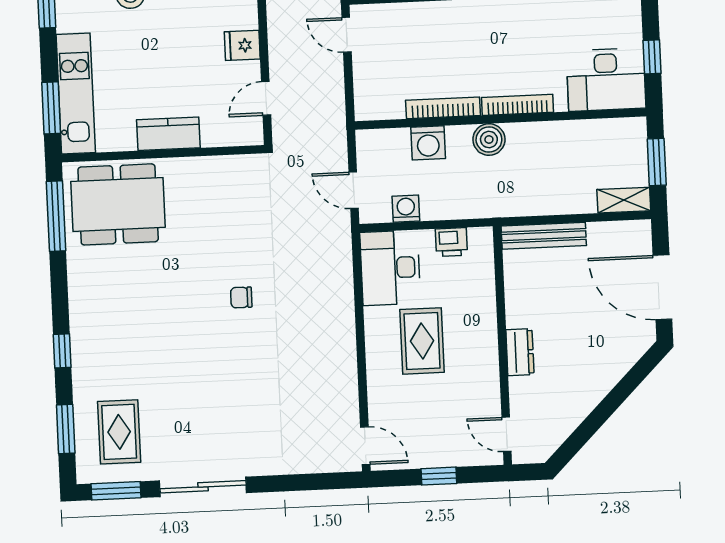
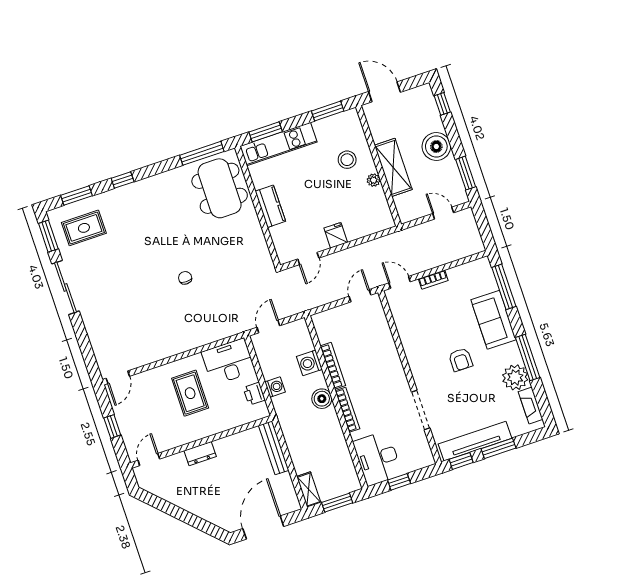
door: (266, 98) -> (308, 259), swing flipped
washing machine: (406, 209) -> (275, 387), moved
rug: (422, 341) -> (190, 393), turned 90

